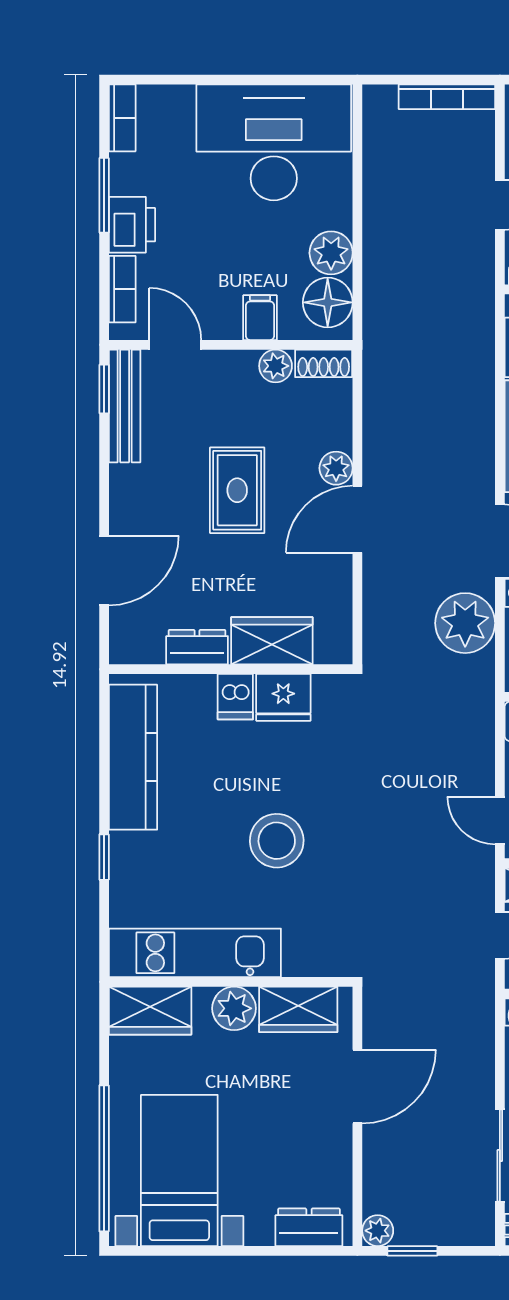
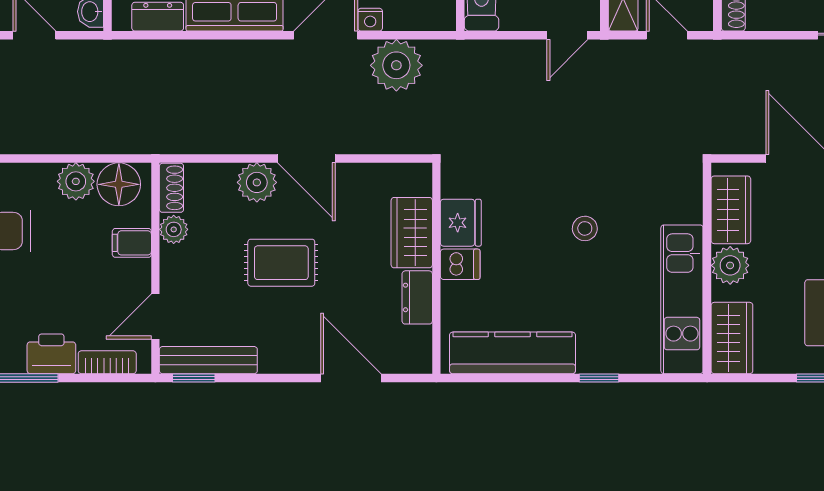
plant: (336, 468) -> (257, 182), width x1.38, depth x1.38
stool: (277, 841) -> (585, 228), width x0.53, depth x0.53

